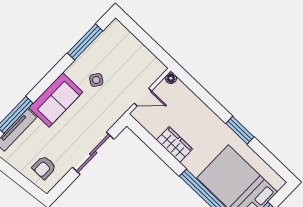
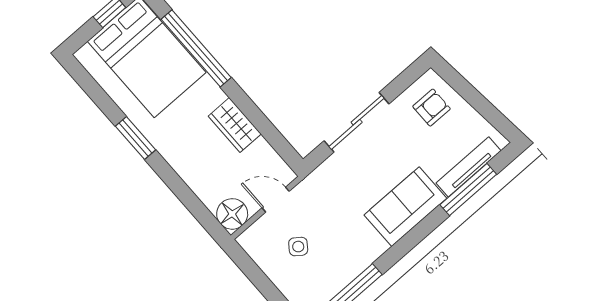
floor lamp: (171, 78) -> (232, 214), width x1.89, depth x1.89
side table: (96, 80) -> (298, 247), moved

